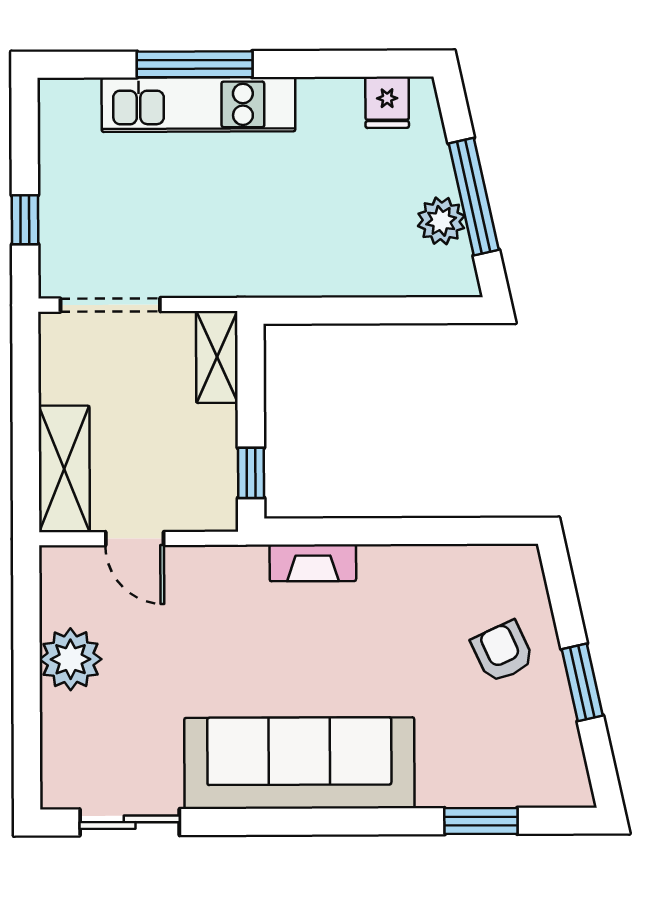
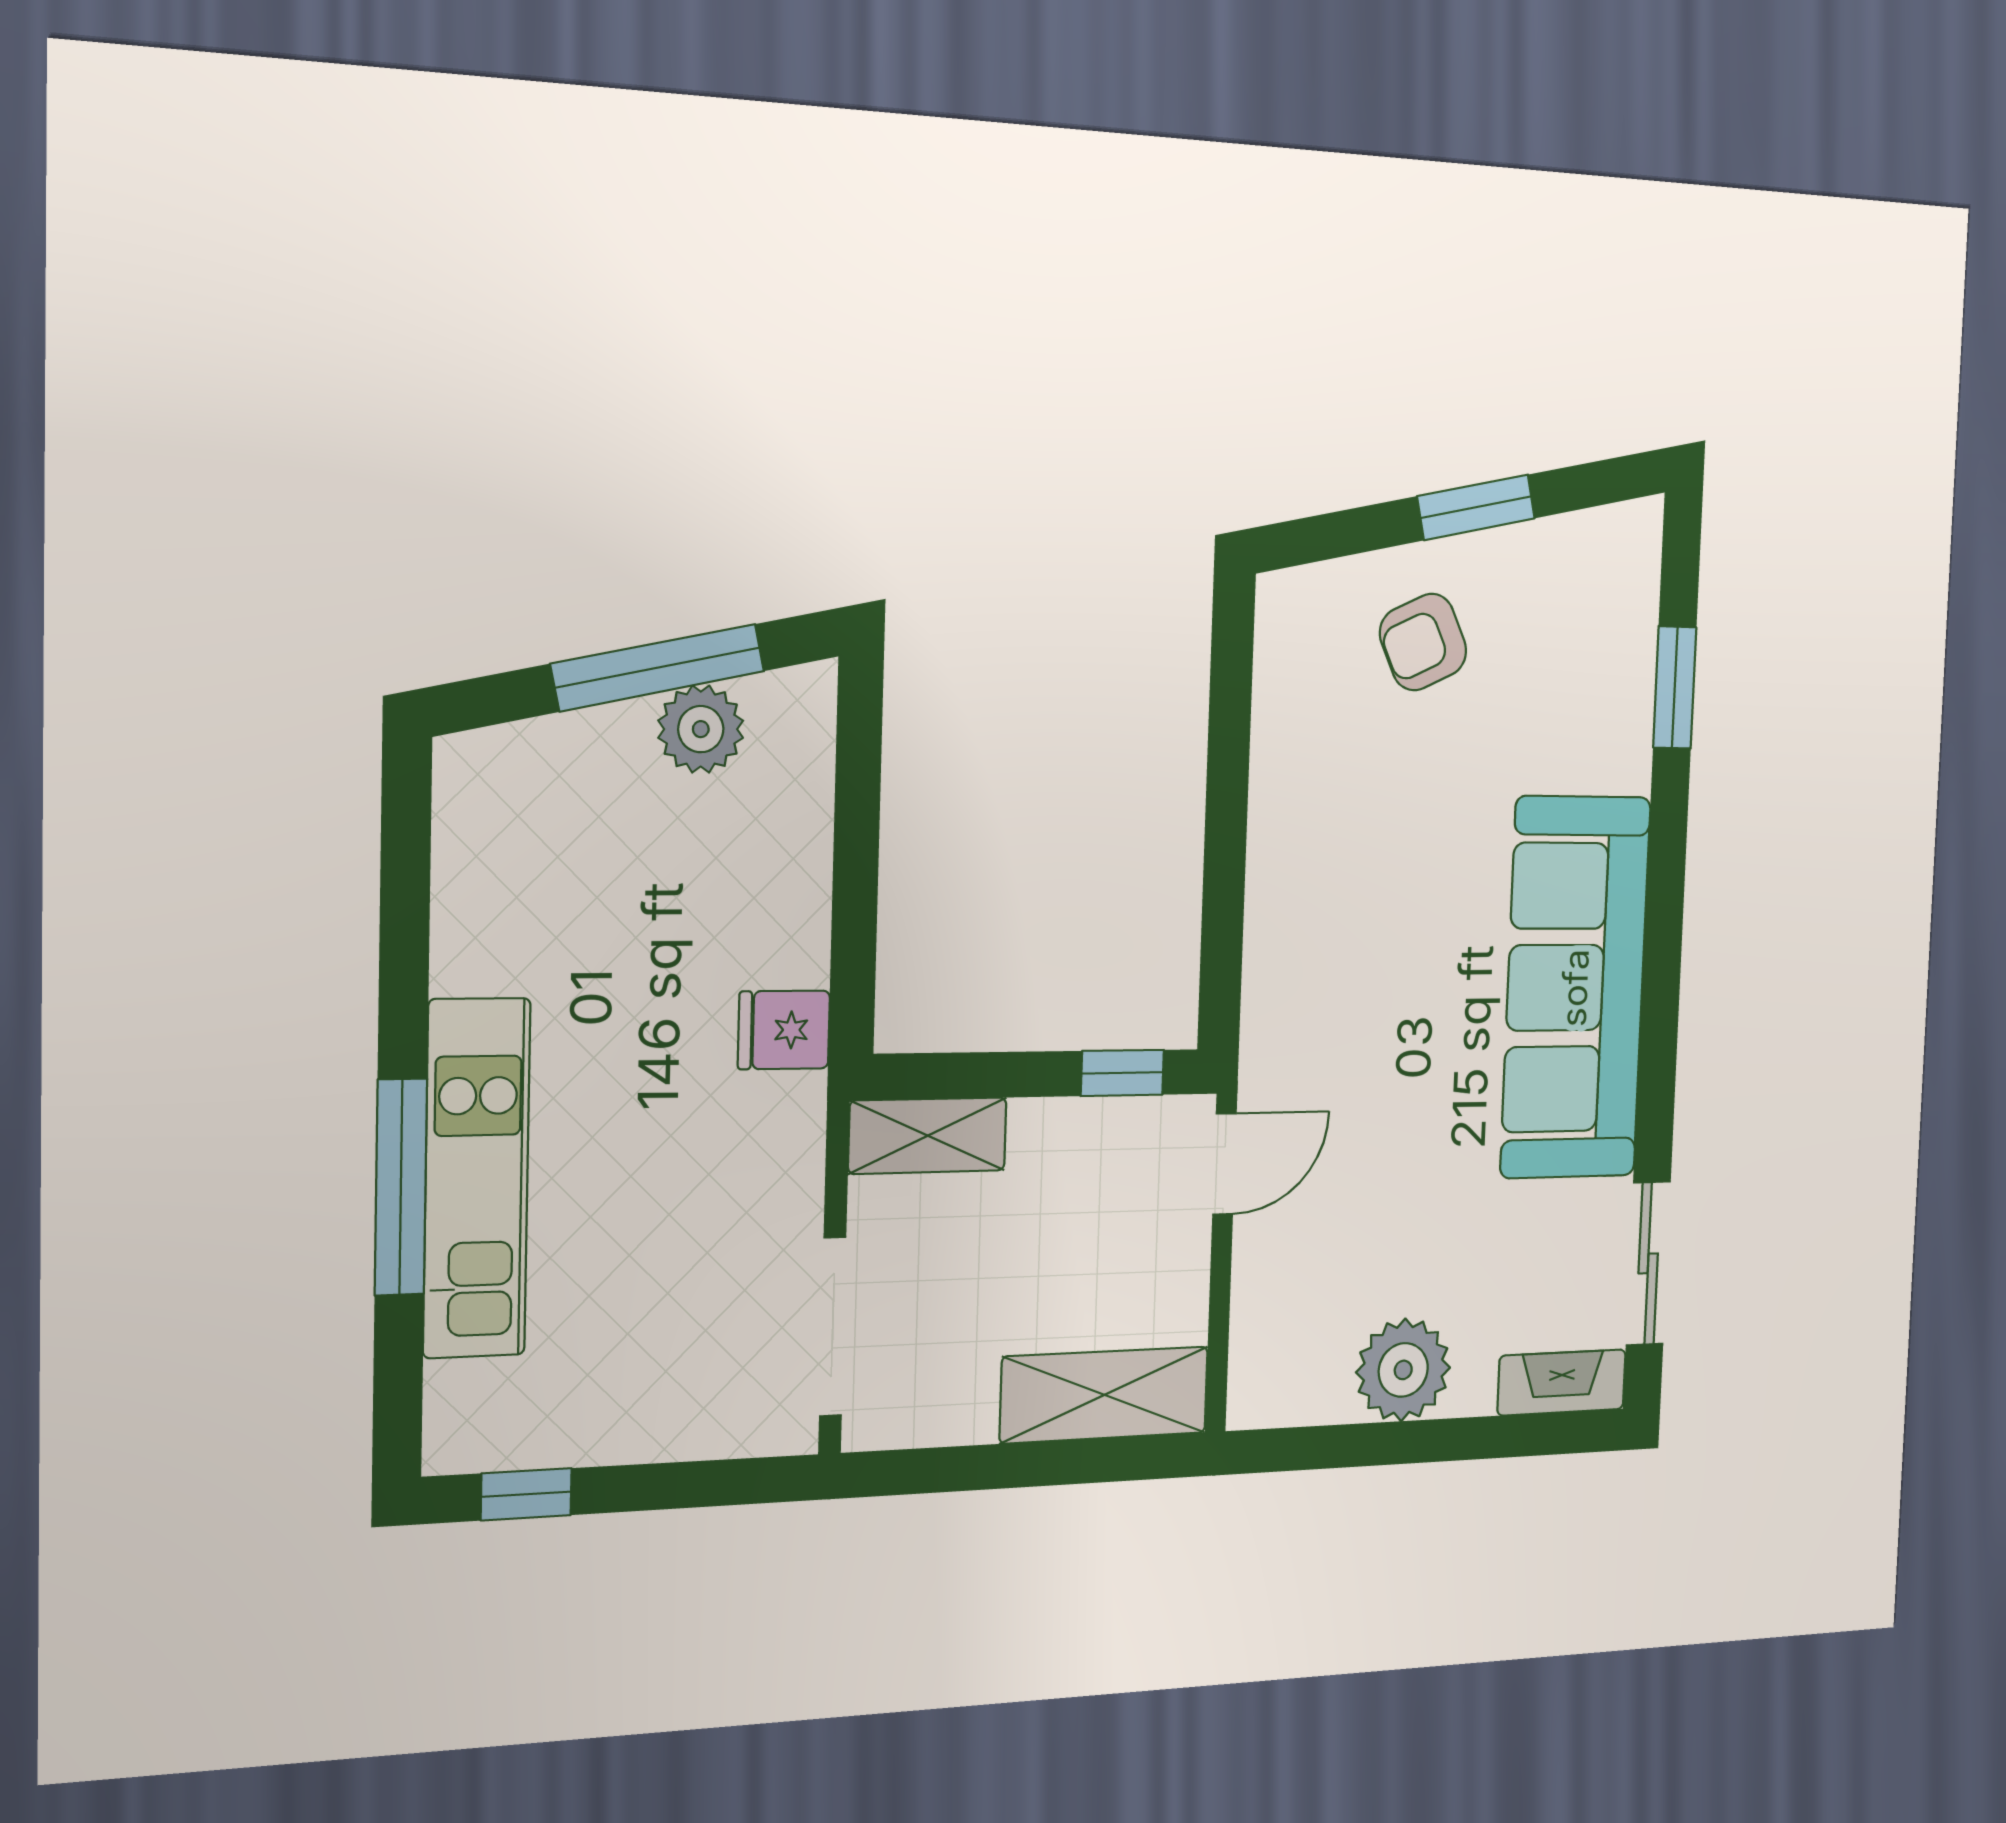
fridge: (387, 102) -> (784, 1030), moved, turned 180
window: (25, 220) -> (526, 1494), moved
door: (135, 539) -> (1224, 1164), moved
fireplace: (313, 563) -> (1562, 1382), moved, turned -90

